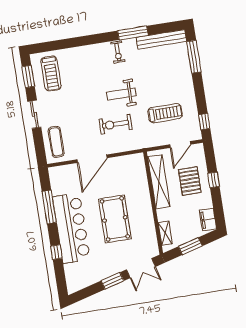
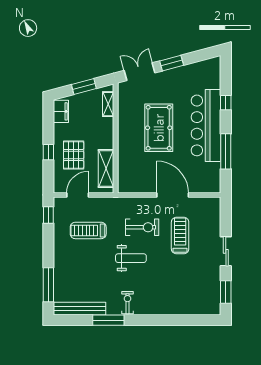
treadmill: (51, 74) -> (180, 235), moved
exercise mat: (56, 142) -> (207, 219), removed
door: (92, 159) -> (173, 195), hinge flipped
shelving: (159, 182) -> (106, 168), width x0.68

